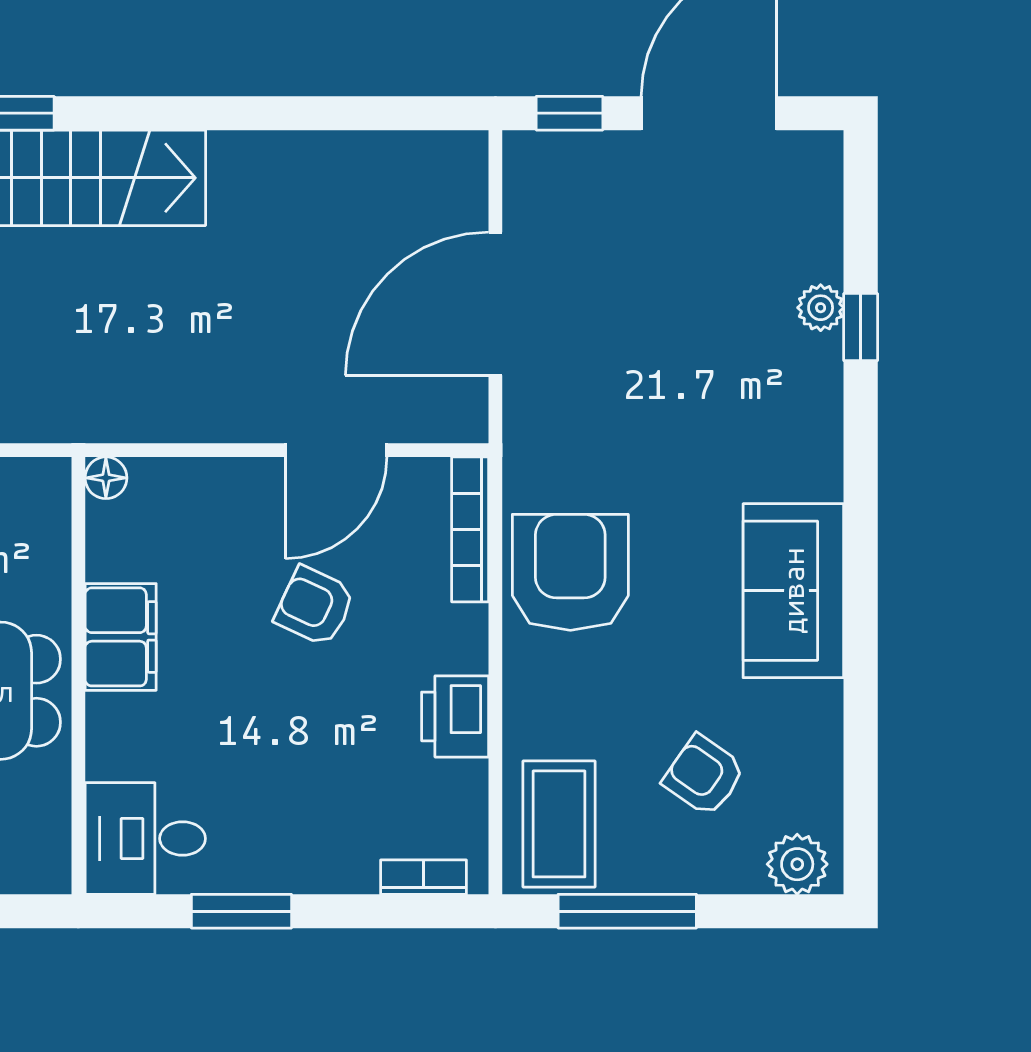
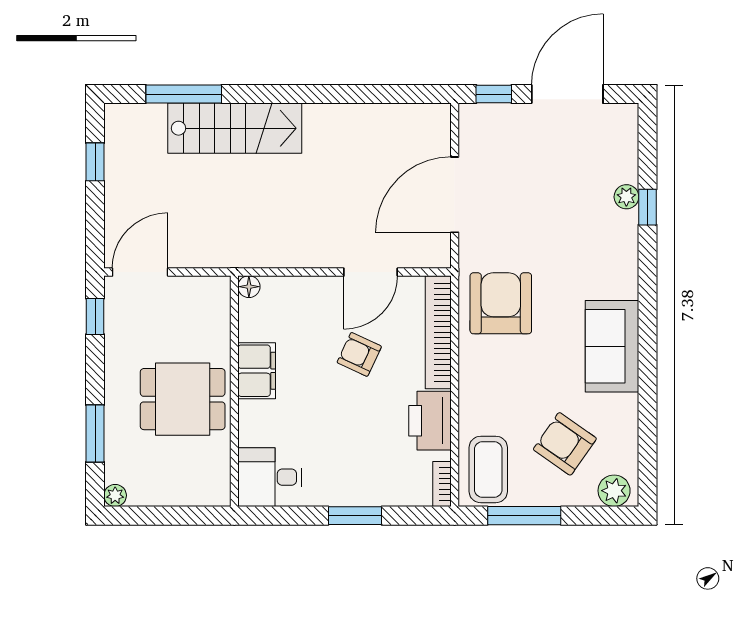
bookcase: (470, 529) -> (438, 332), width x1.48, depth x1.31
armchair: (570, 572) -> (501, 303), moved
printer: (455, 716) -> (430, 421), width x1.37, depth x1.19
armchair: (704, 775) -> (565, 444), width x1.38, depth x1.38
bookcase: (423, 877) -> (442, 484), moved, turned -90
window: (241, 911) -> (355, 516), moved

